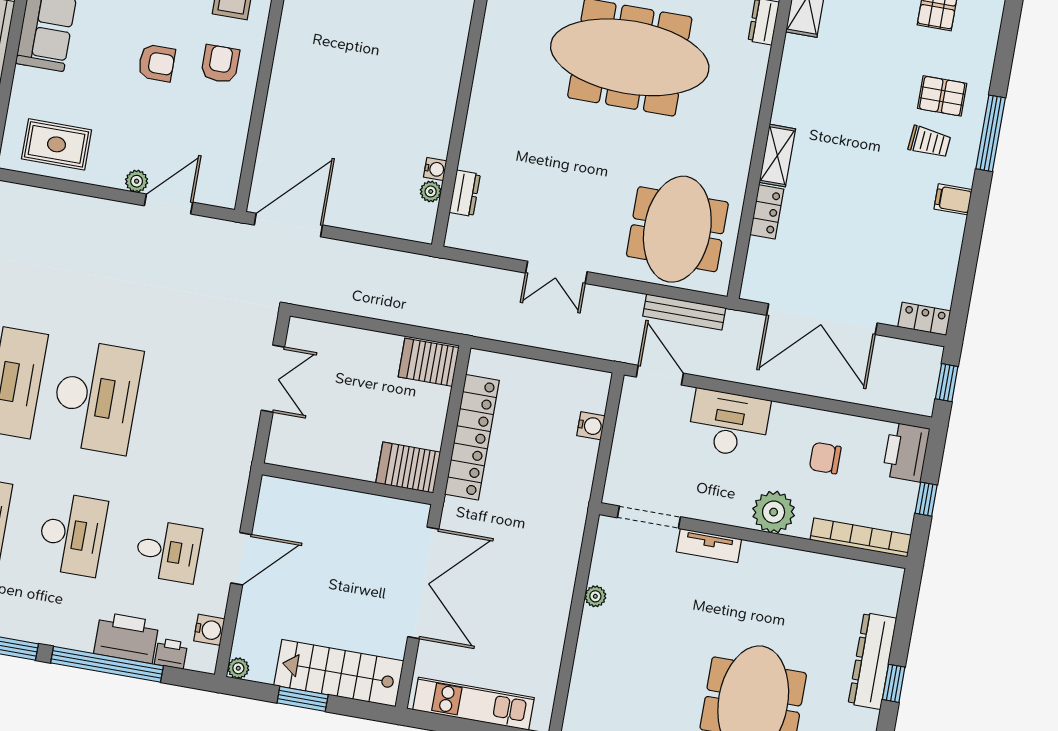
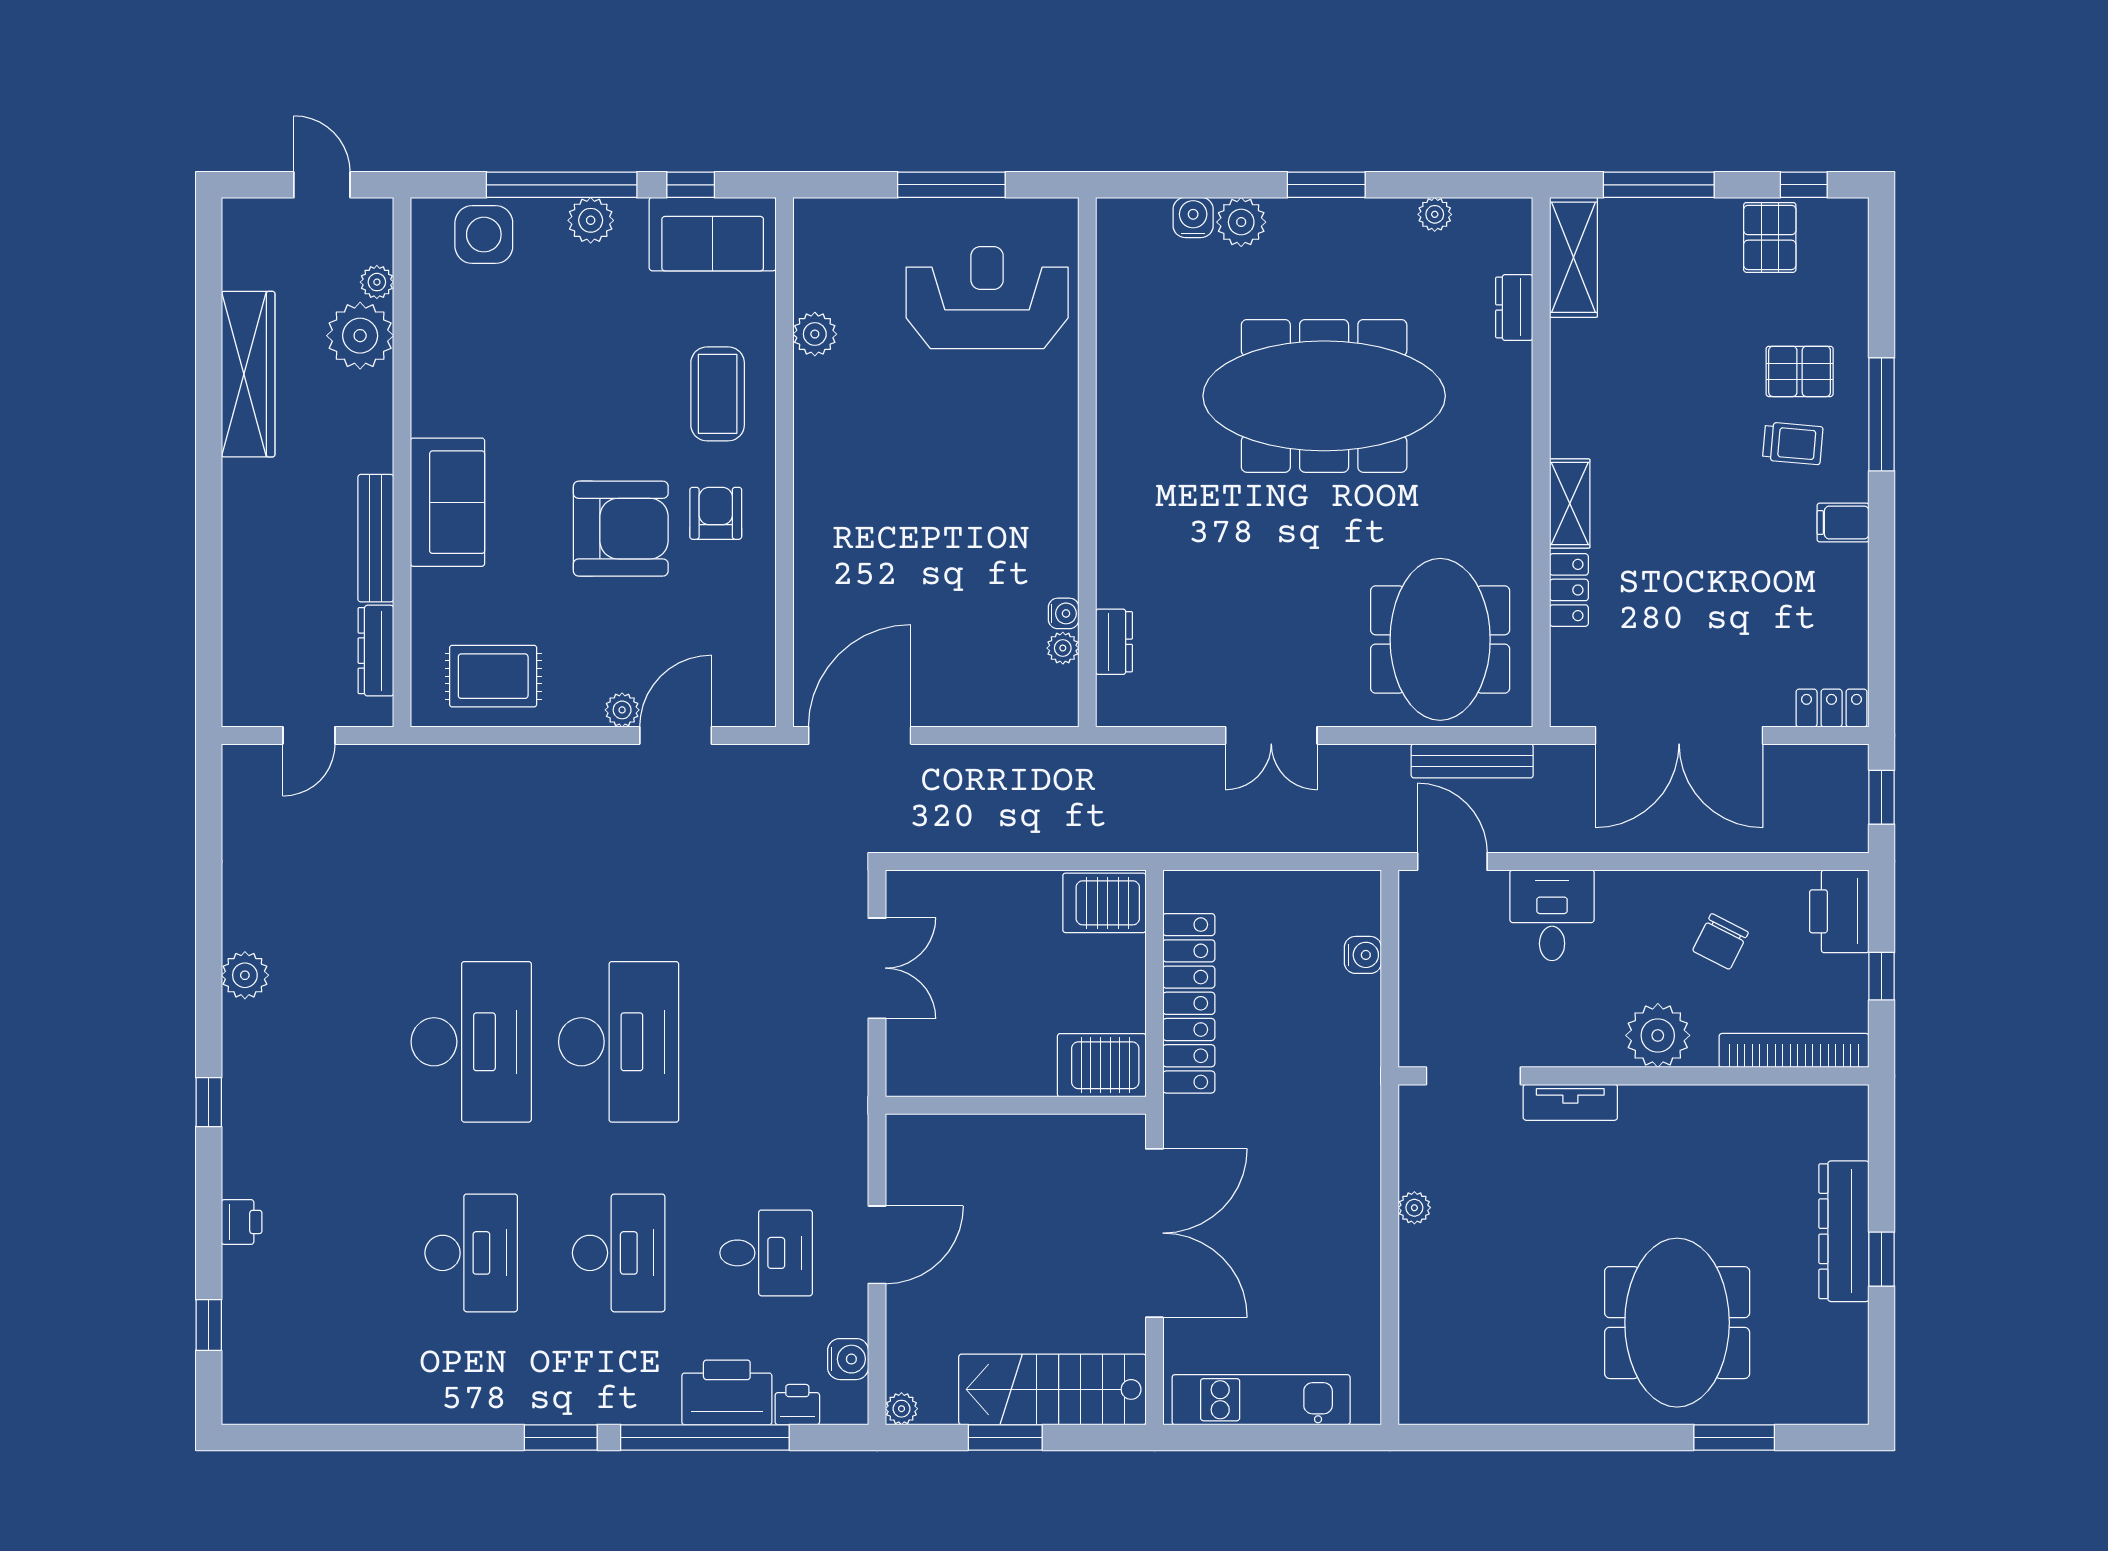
armchair: (157, 63) -> (621, 529), width x1.88, depth x1.88
desk: (729, 423) -> (1552, 915), width x0.73
chair: (825, 458) -> (1720, 941), turned -63

